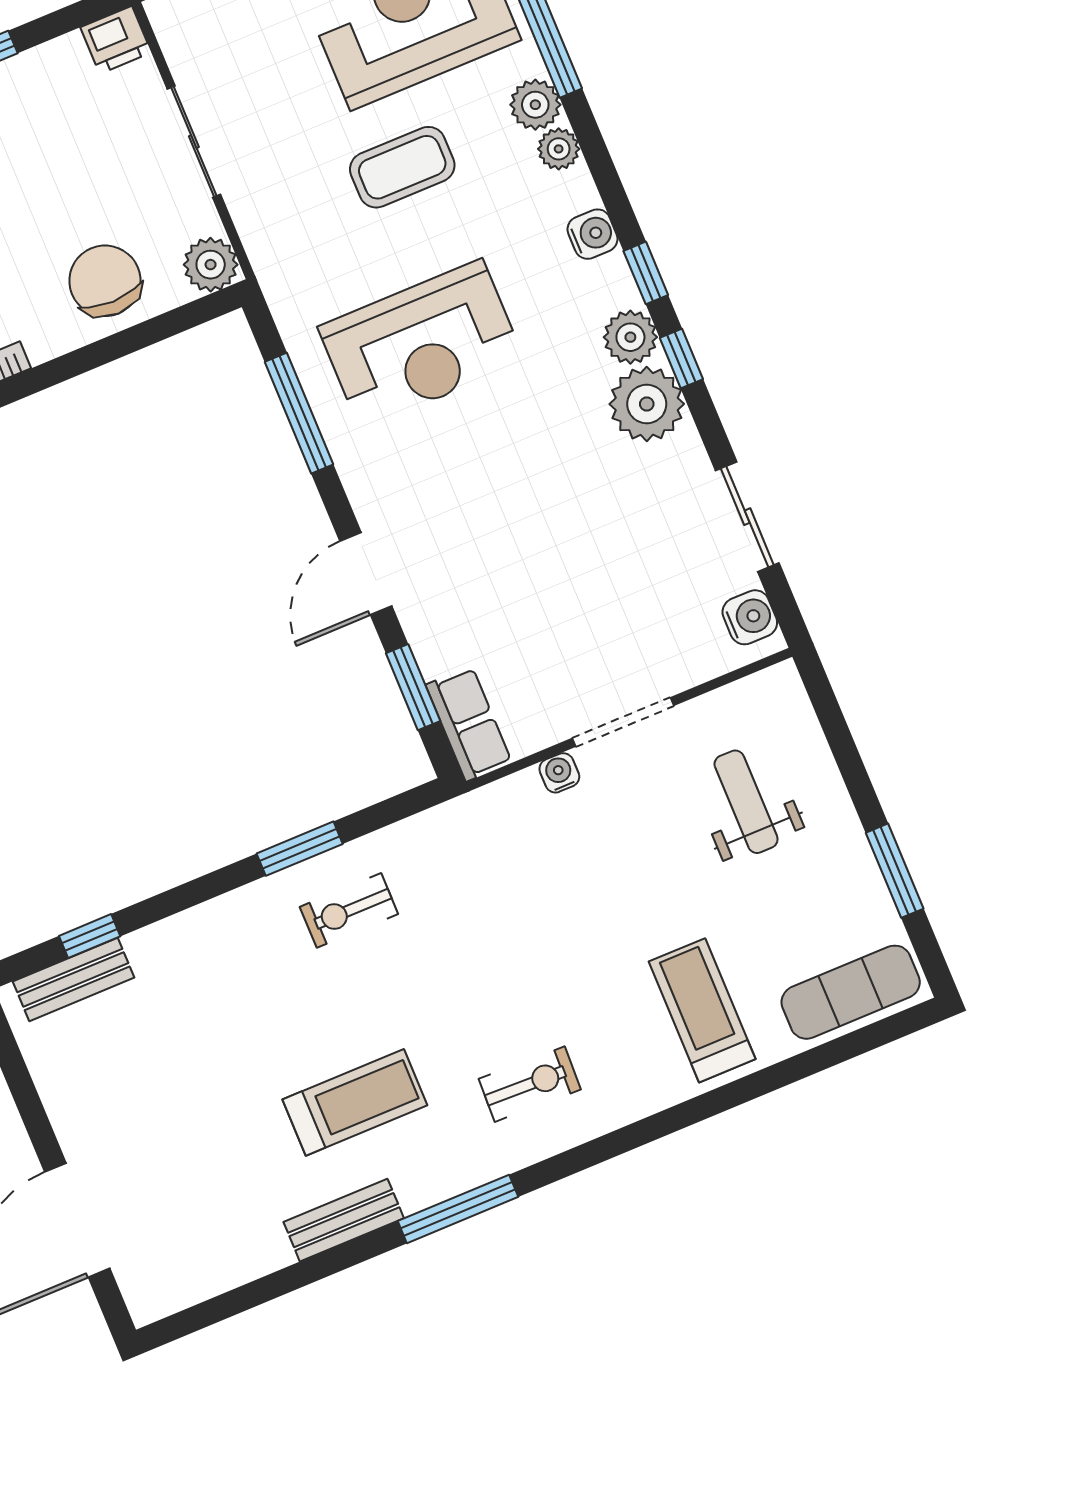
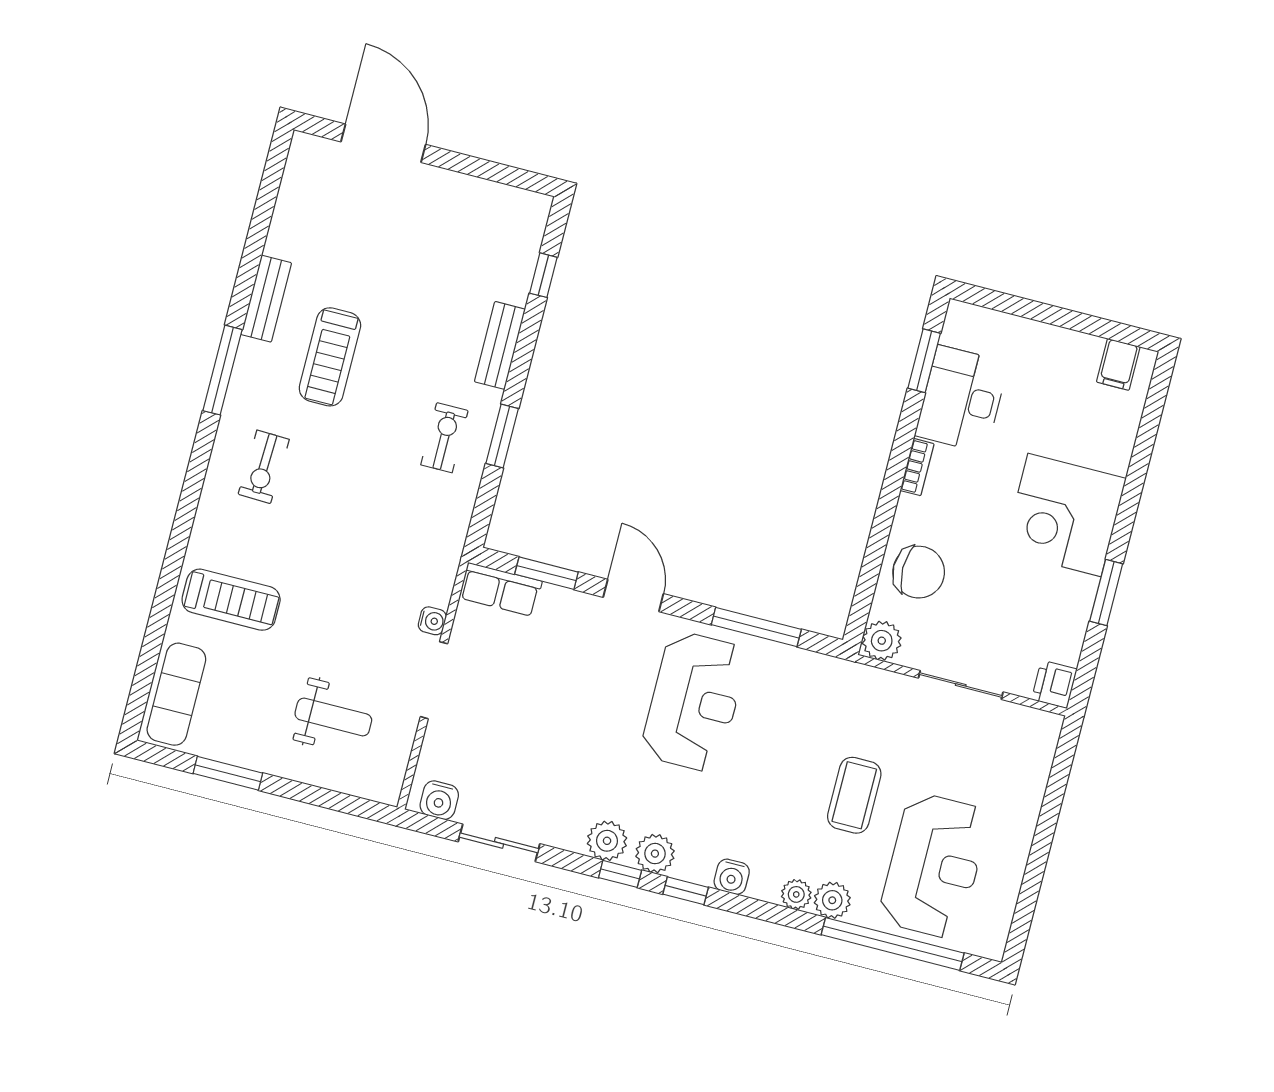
reception desk: (421, 344) -> (694, 702), moved, turned 180
plant: (647, 404) -> (607, 841), width x0.73, depth x0.73
bench: (74, 979) -> (500, 345), moved

